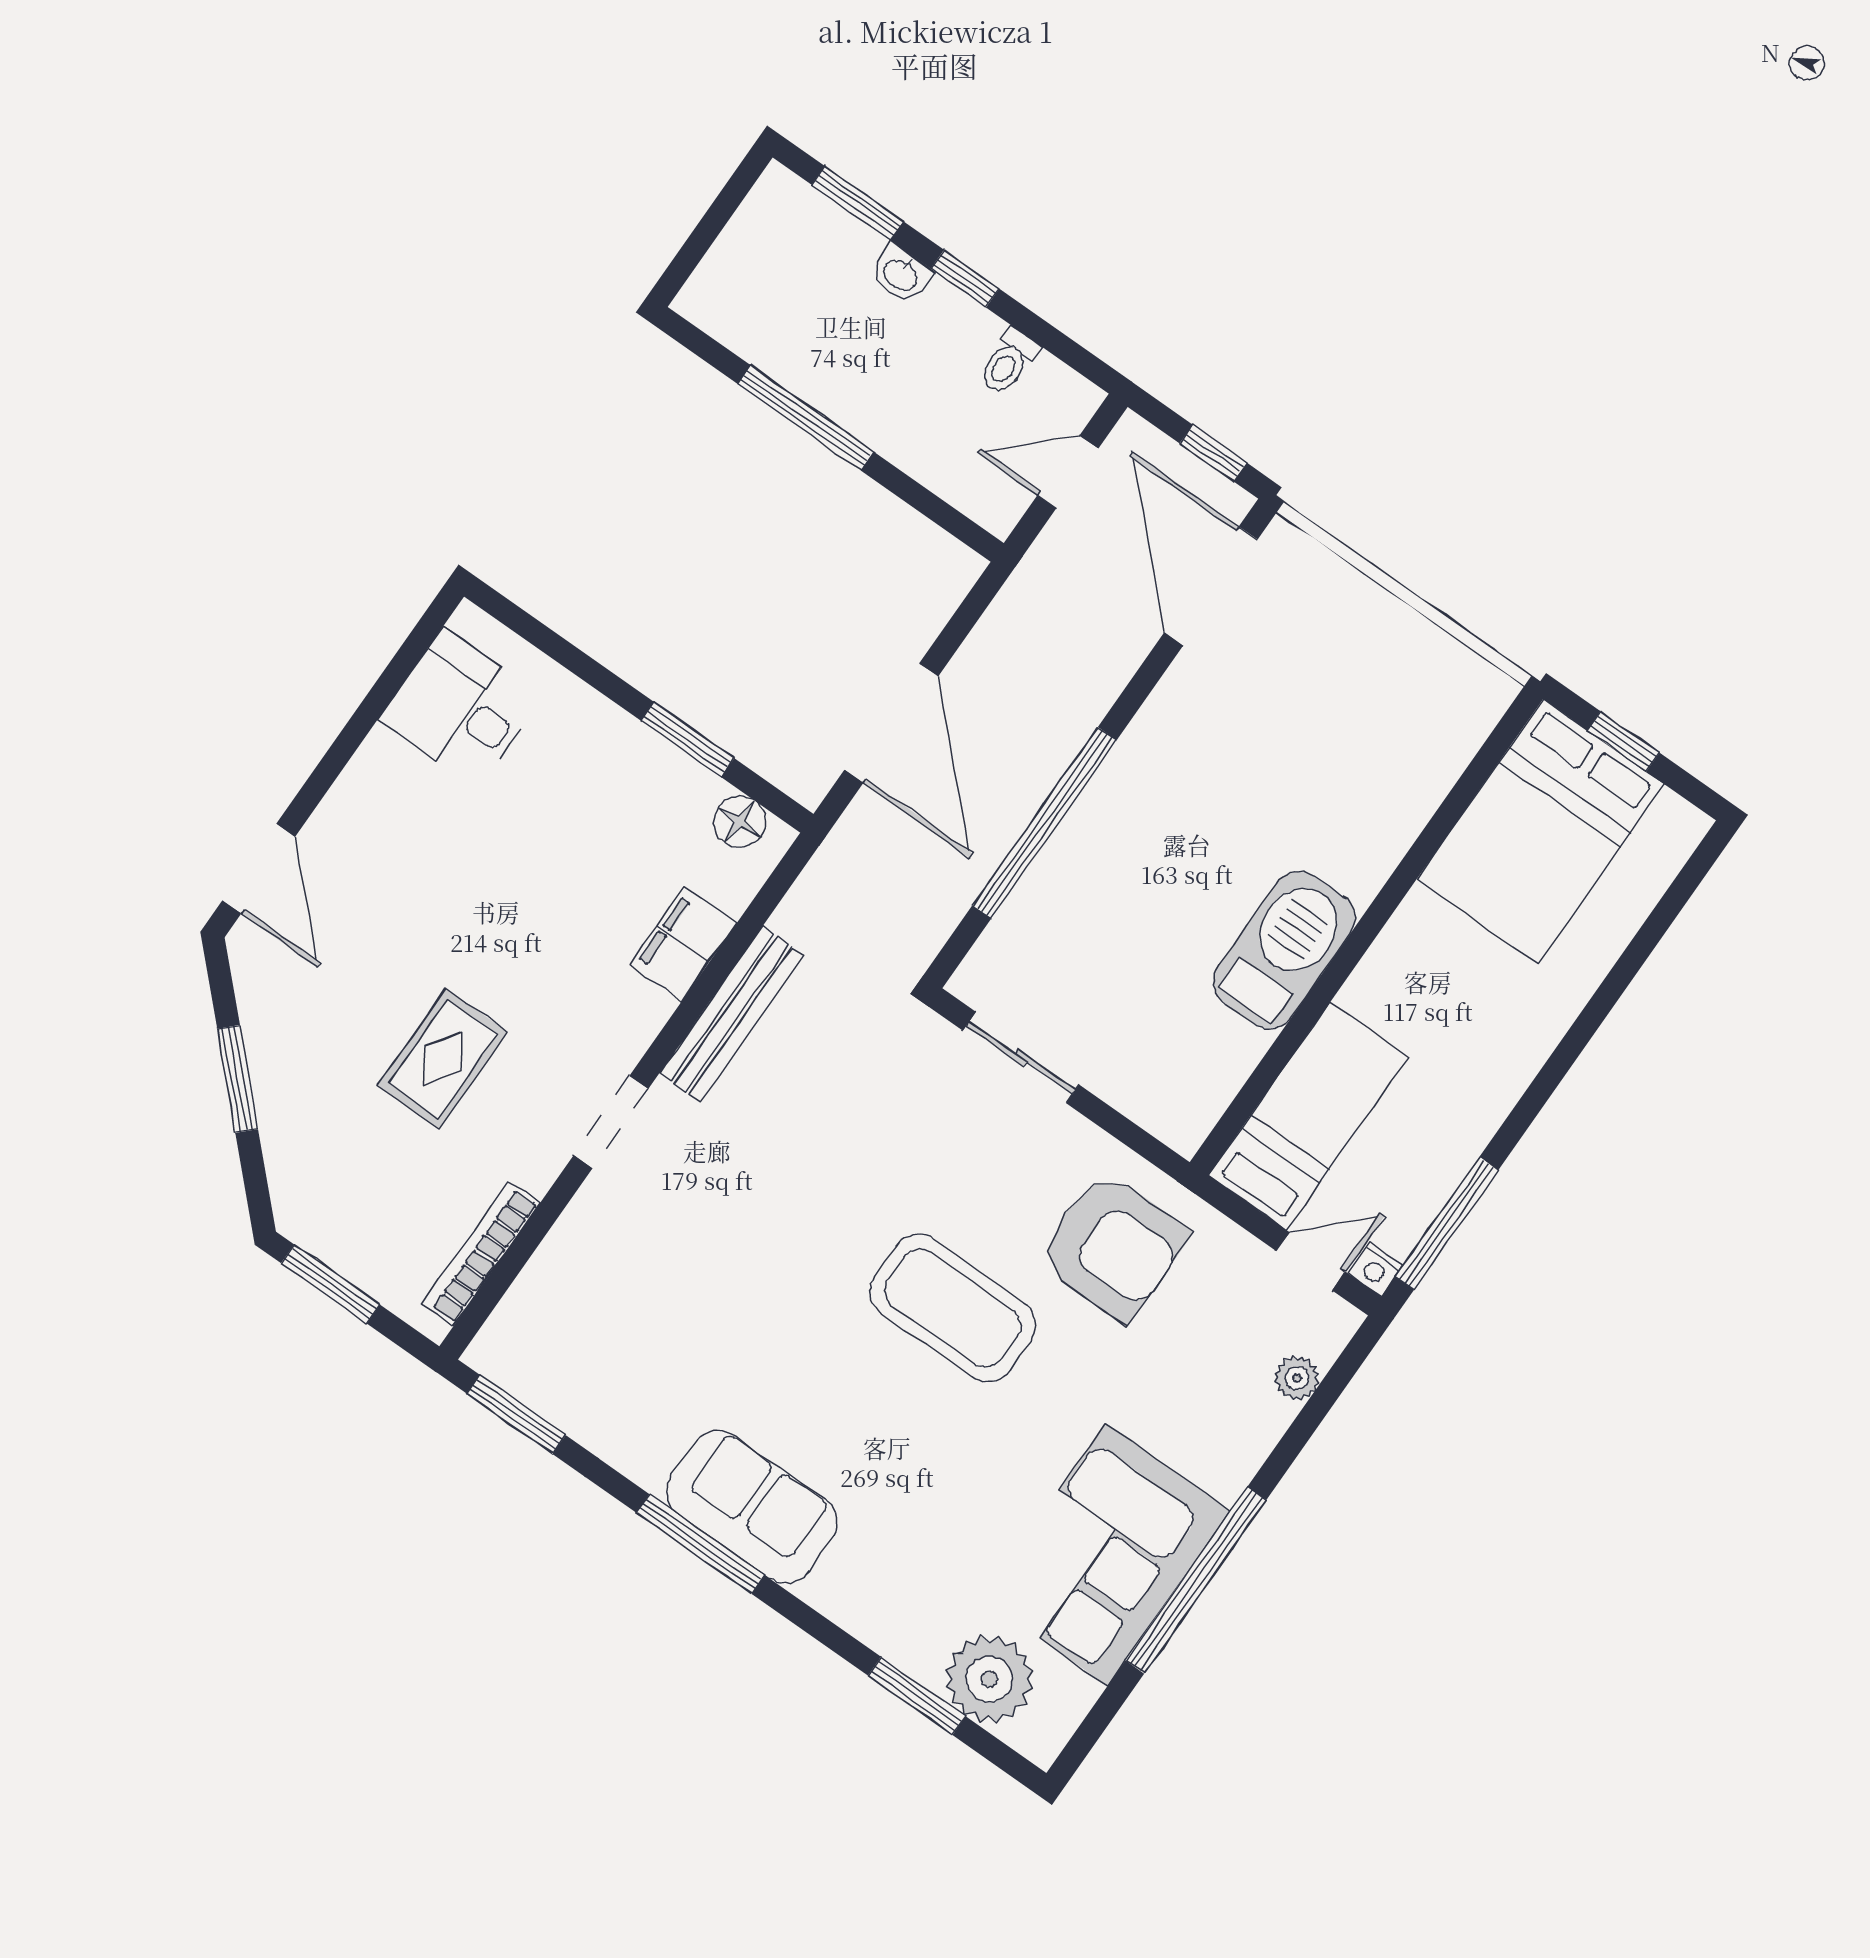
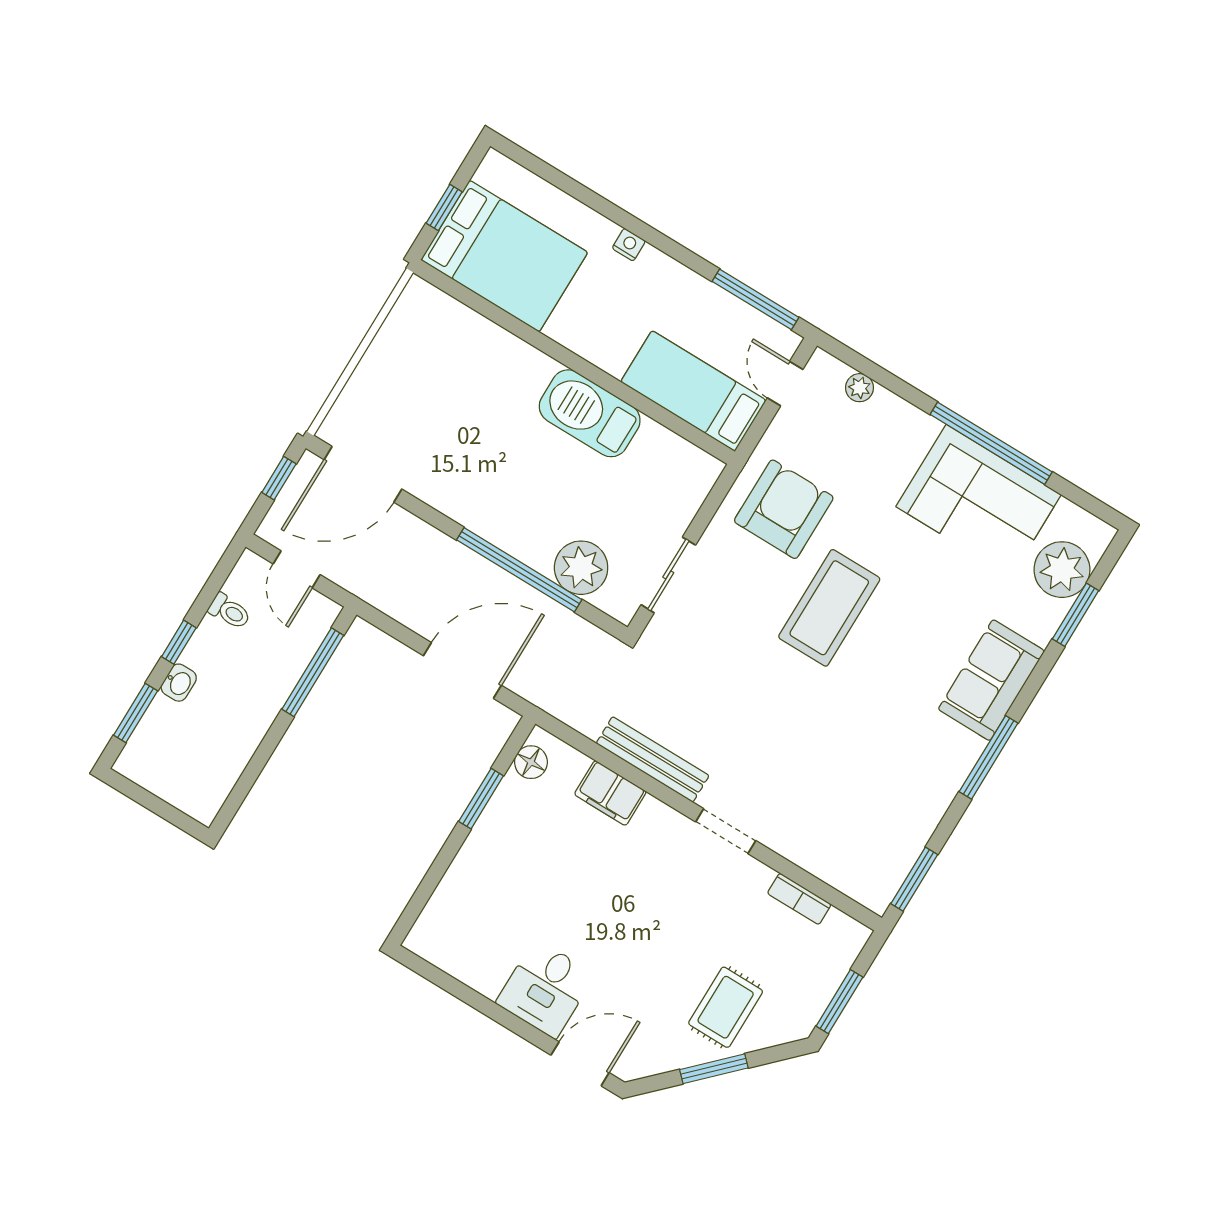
window: (806, 418) -> (313, 672), moved
desk: (460, 708) -> (545, 989), moved
plant: (1041, 921) -> (581, 568), added
rug: (443, 1059) -> (726, 1007), moved, turned 90
bookcase: (481, 1253) -> (799, 899), width x0.64
nightstand: (1376, 1269) -> (629, 245), moved, turned -90
sofa: (752, 1507) -> (991, 680), moved

